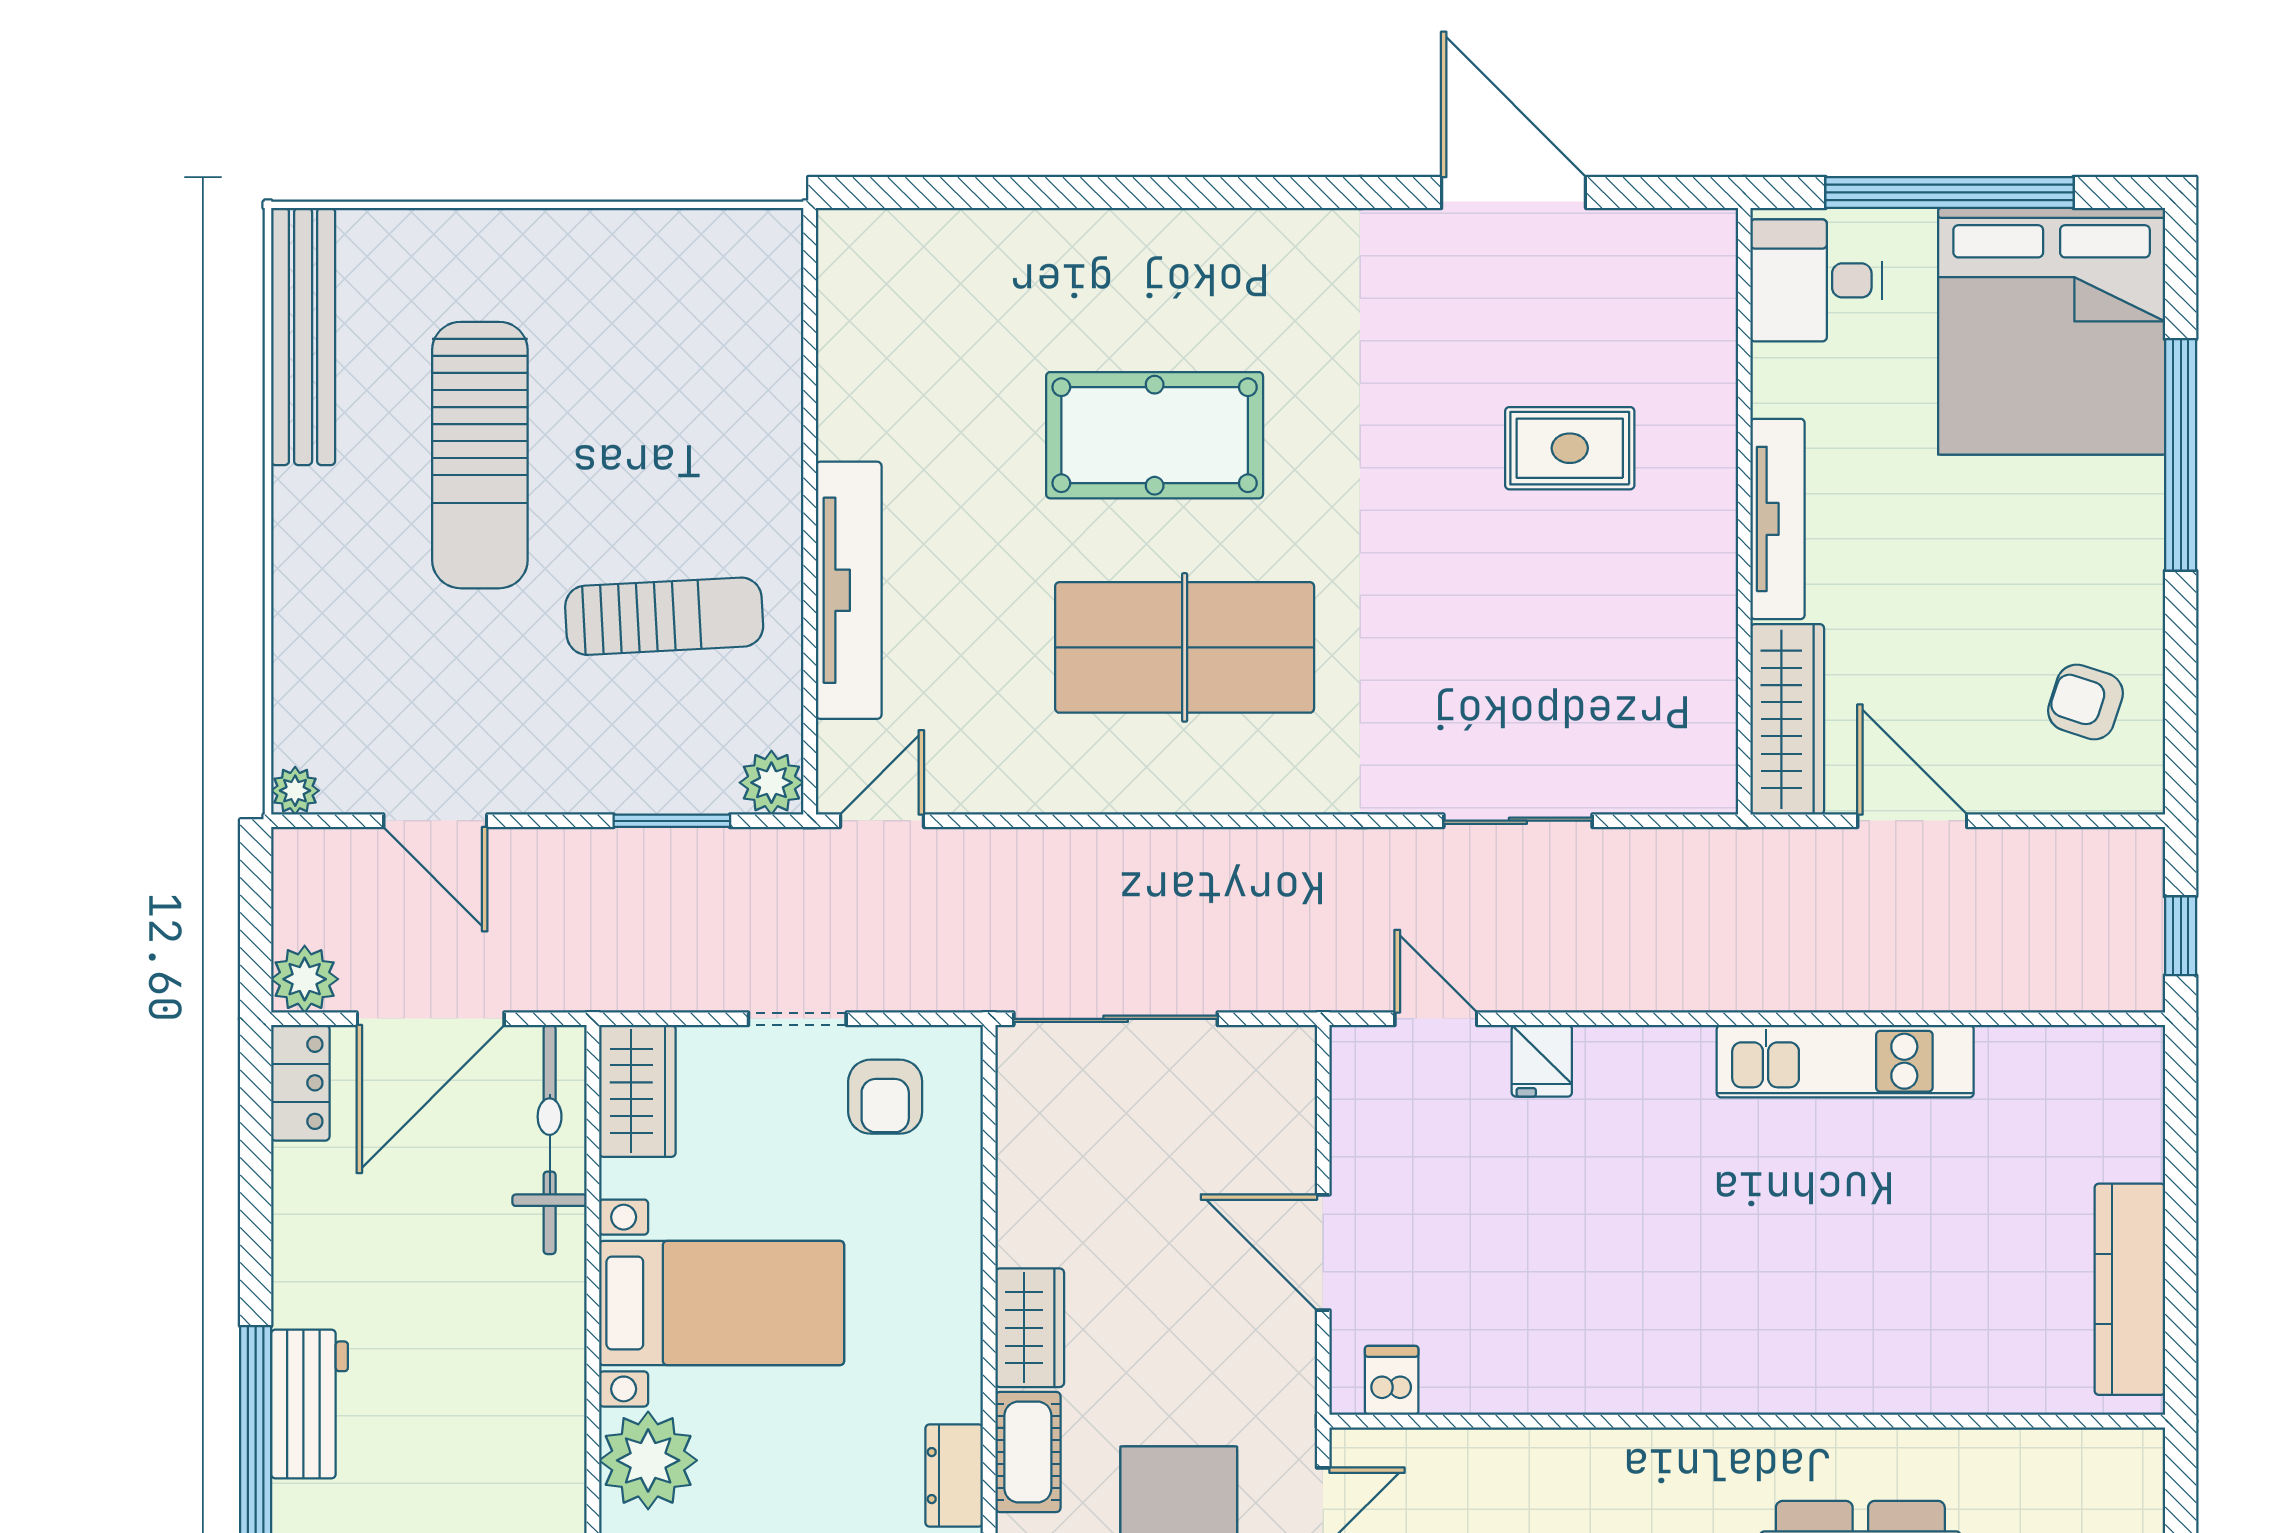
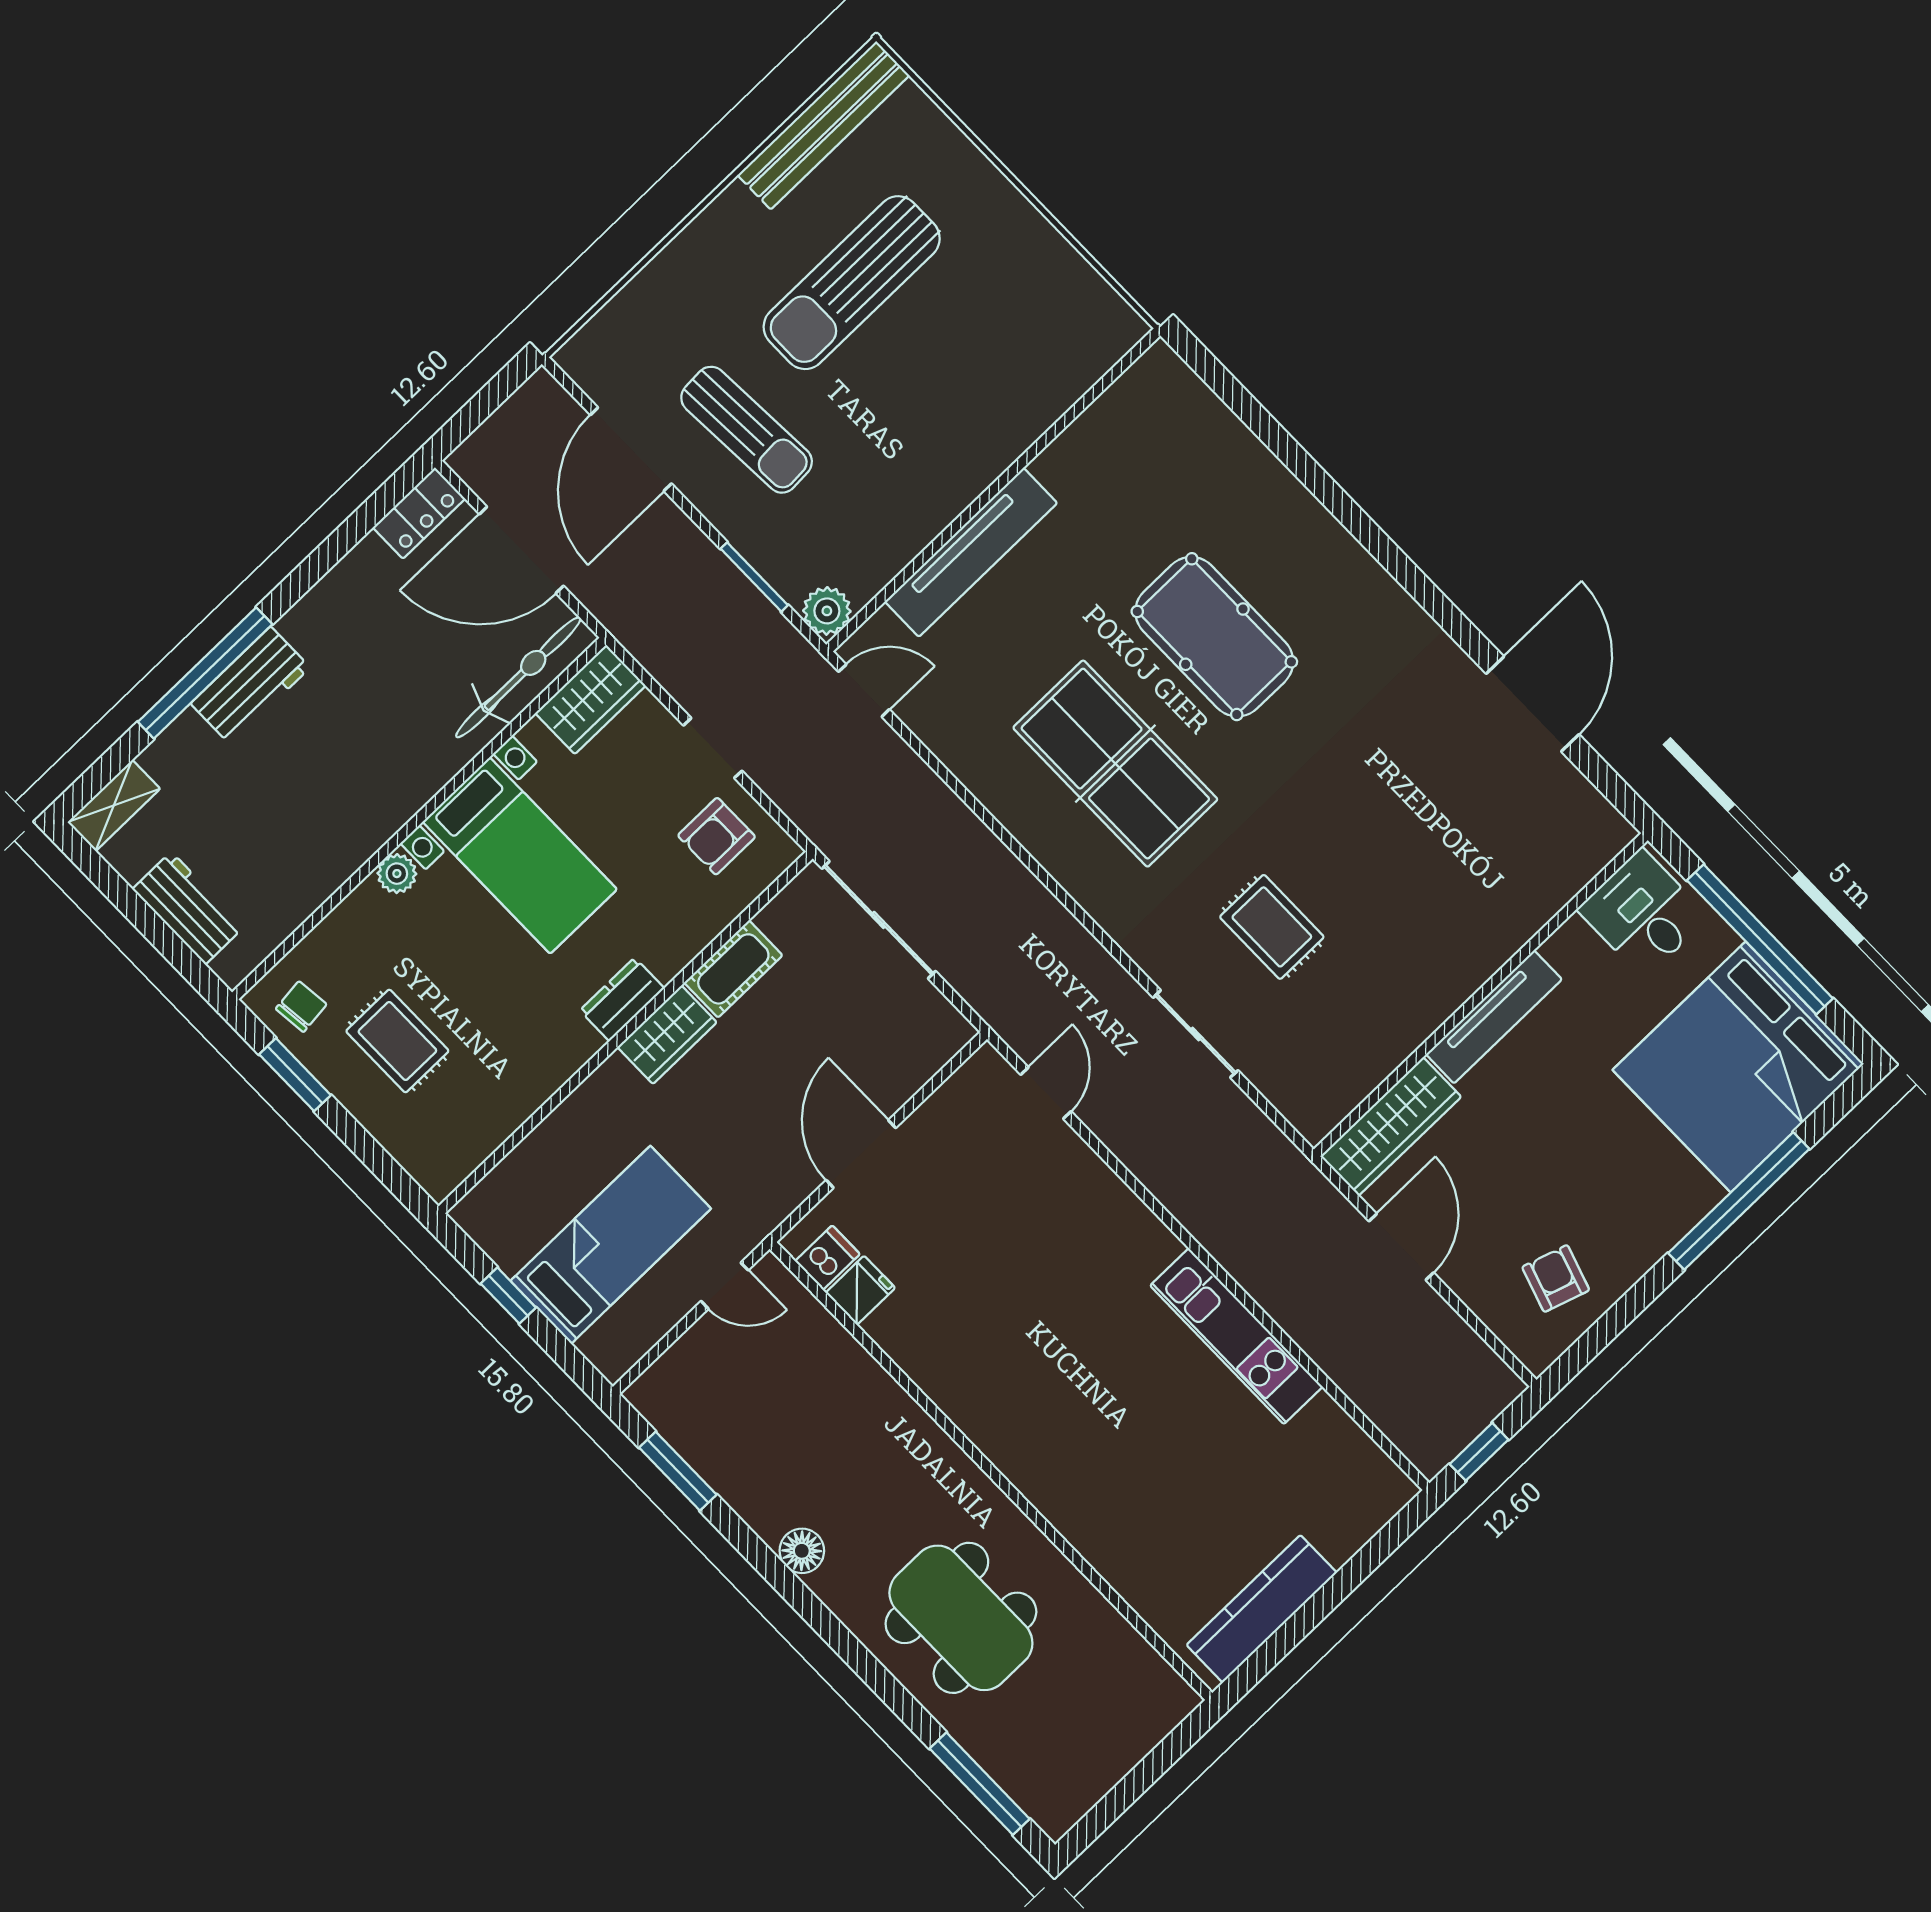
rug: (1570, 448) -> (1272, 927), moved
sun lounger: (664, 616) -> (747, 430), moved
plant: (295, 791) -> (574, 358), removed
door: (435, 821) -> (631, 449), width x1.36
plant: (305, 979) -> (477, 461), removed
fridge: (1542, 1061) -> (860, 1290), moved, turned 180
cot: (1028, 1452) -> (733, 969), moved
plant: (648, 1460) -> (397, 874), width x0.53, depth x0.53
dresser: (954, 1476) -> (622, 999), moved

